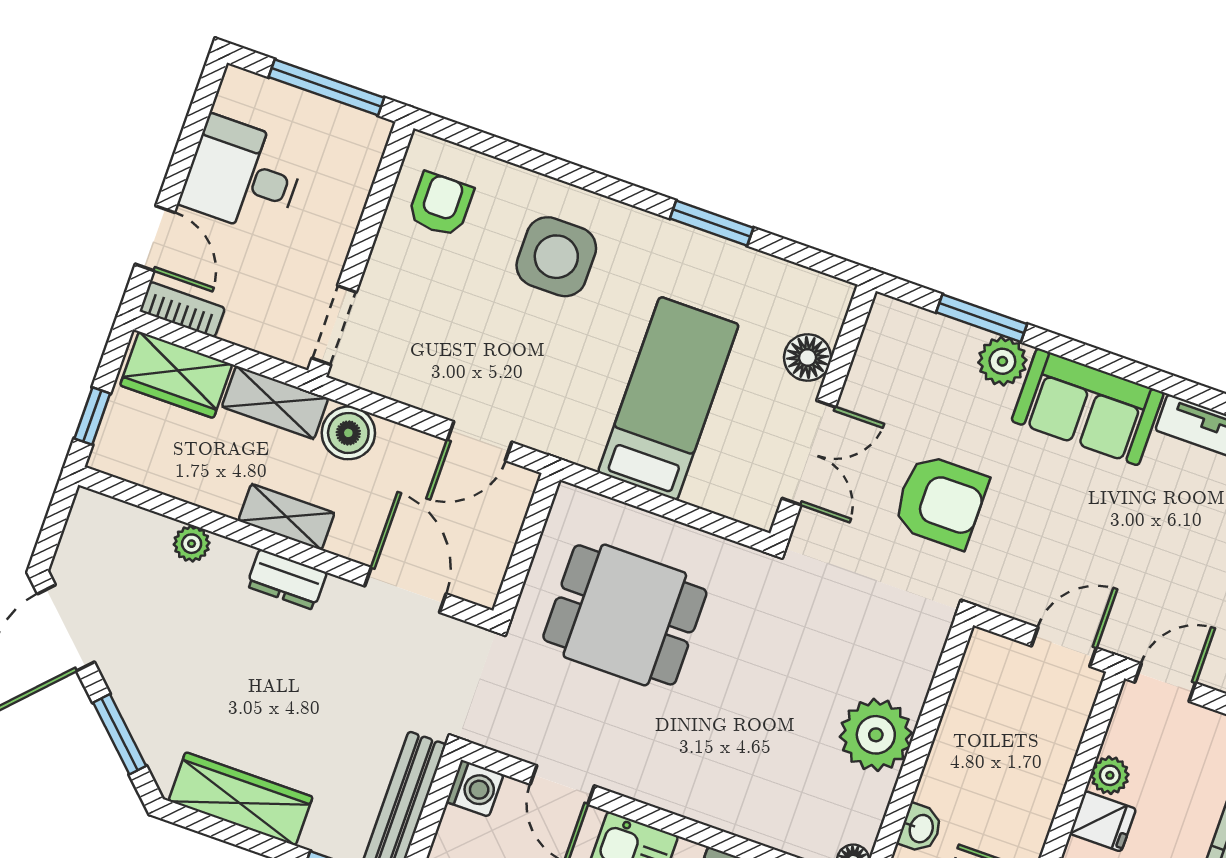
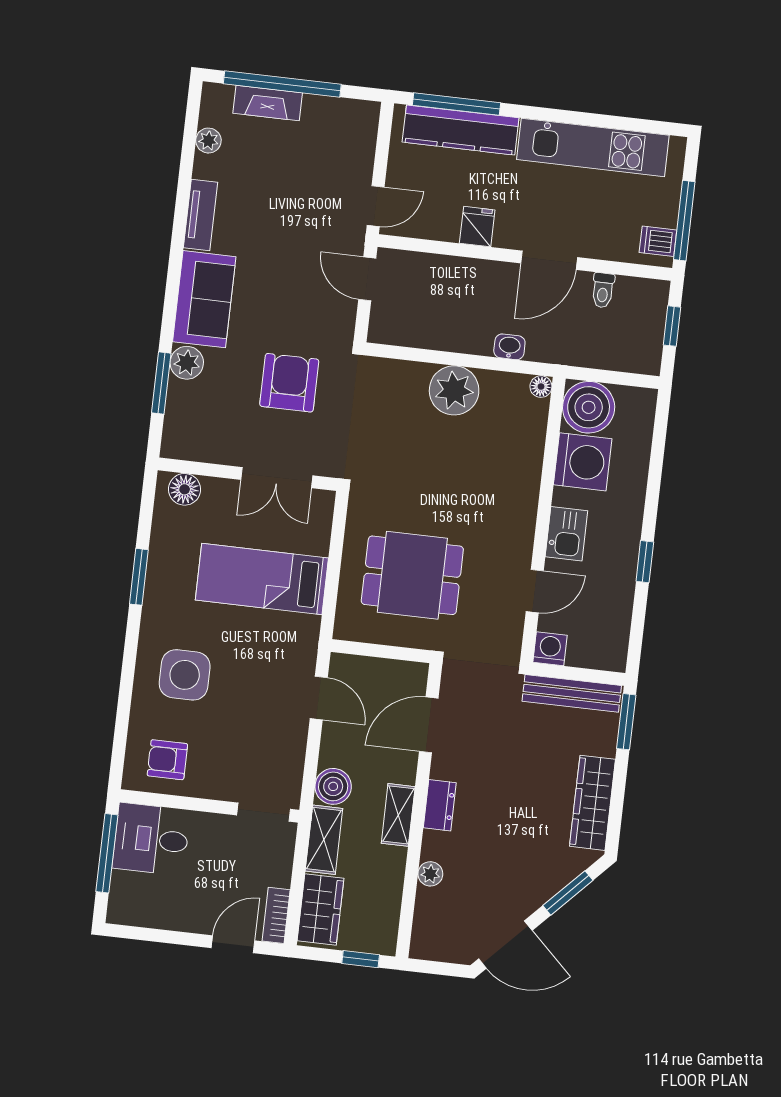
desk: (243, 176) -> (151, 839), moved, turned 90
floor lamp: (808, 358) -> (185, 489), moved
double door: (809, 453) -> (277, 478), swing flipped
dining table: (625, 615) -> (412, 575), turned 90
door: (1165, 683) -> (376, 206), swing flipped
plant: (1110, 775) -> (446, 229), removed

